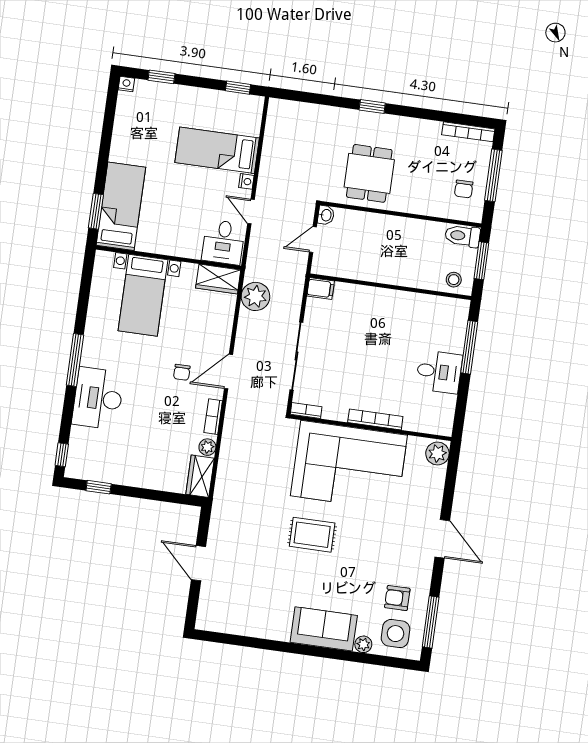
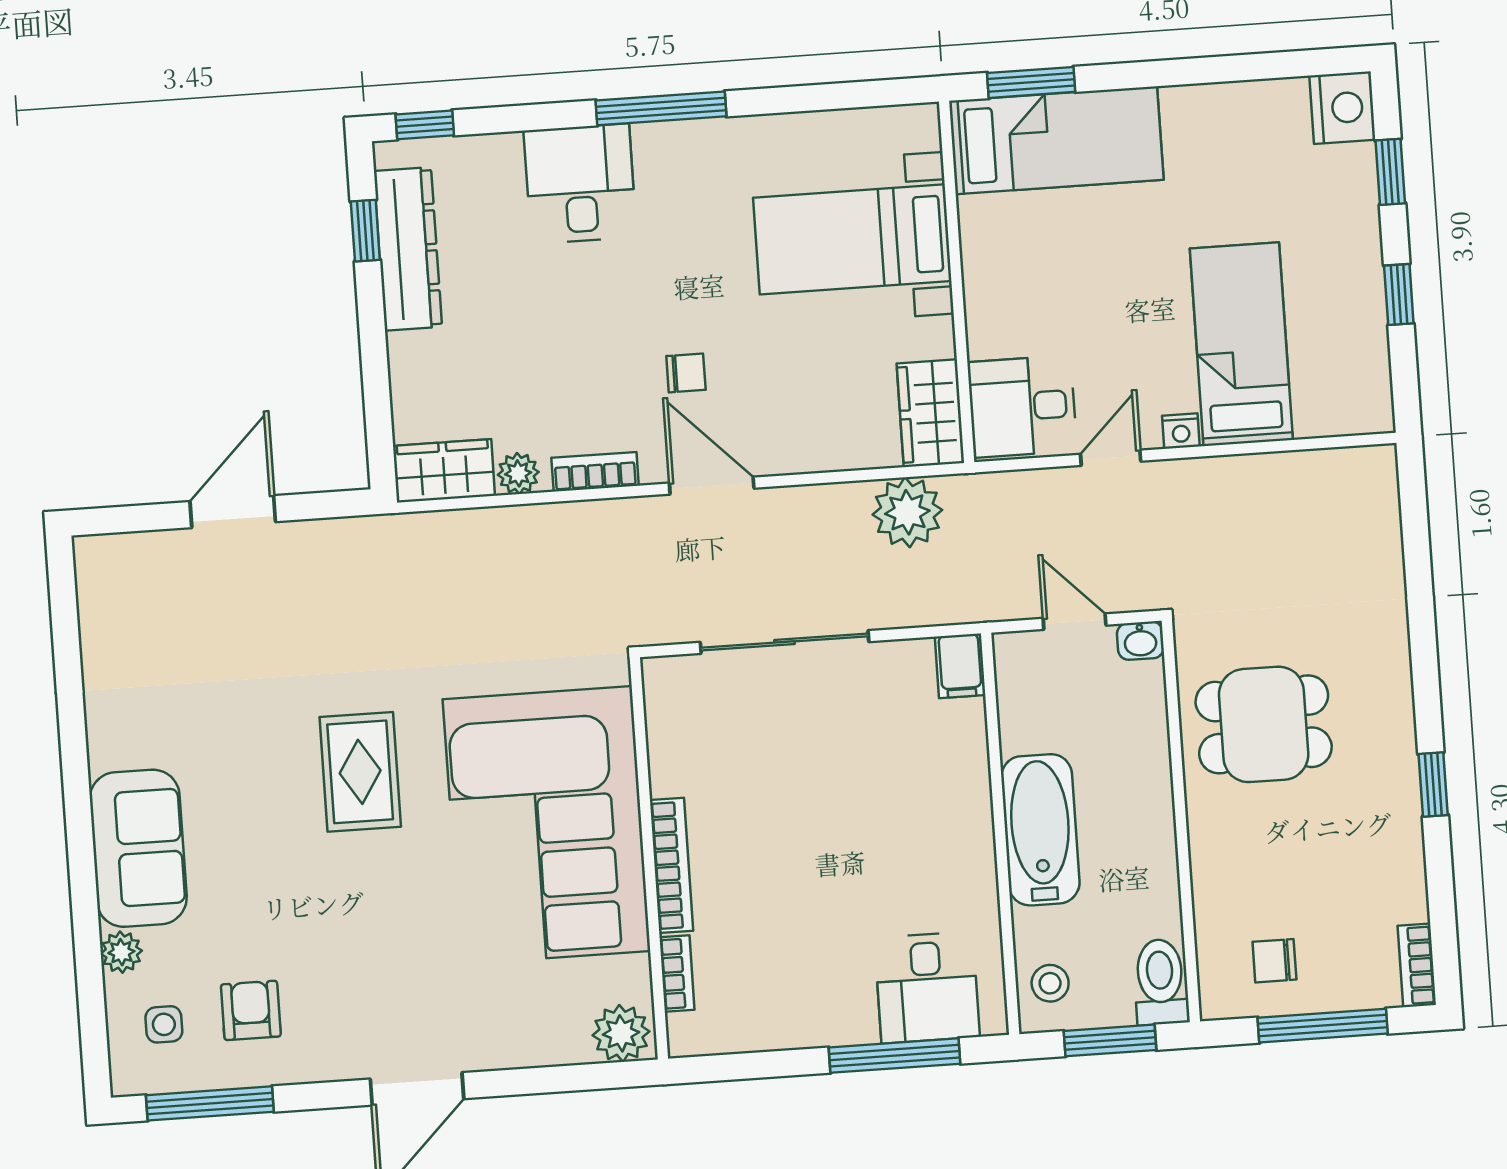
nightstand: (126, 84) -> (1342, 108), width x1.89, depth x1.79
window: (238, 88) -> (1399, 294), moved
window: (372, 106) -> (1433, 784), moved
bookcase: (468, 132) -> (1417, 965), width x0.64
bathtub: (392, 271) -> (1040, 830), added
chair: (182, 372) -> (686, 373), turned 180
desk: (439, 372) -> (927, 988), moved
desk: (98, 398) -> (580, 184), width x0.73
bookcase: (306, 411) -> (677, 974), moved
dresser: (109, 472) -> (408, 249), added
side table: (396, 634) -> (164, 1024), width x0.54, depth x0.54

